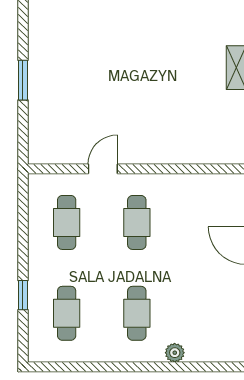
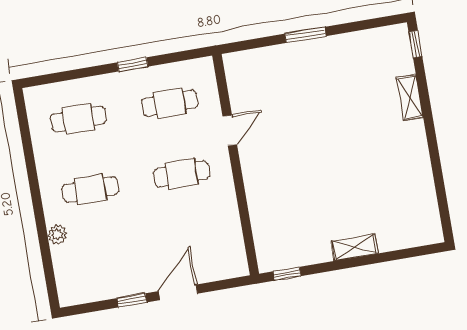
door: (103, 169) -> (230, 130), hinge flipped
window: (23, 295) -> (133, 64), moved

